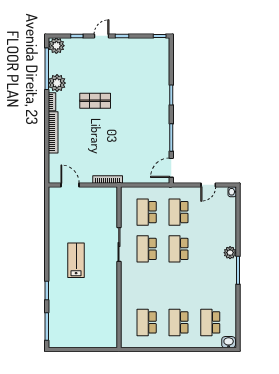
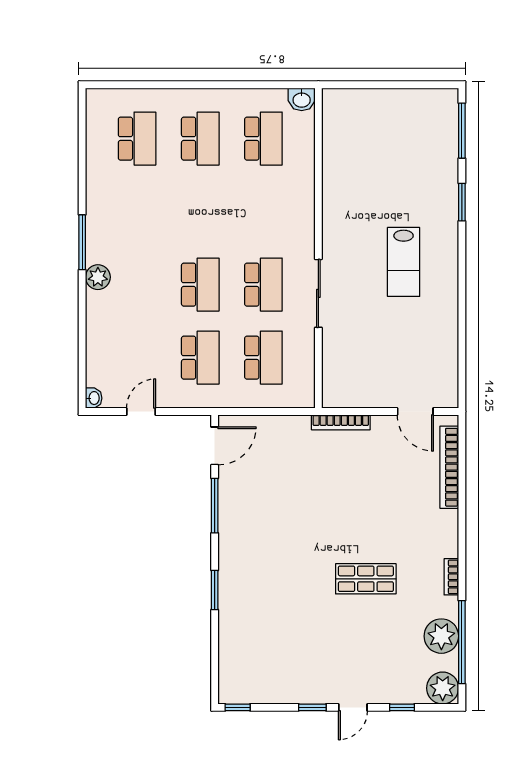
plant: (57, 83) -> (441, 636), moved
bookcase: (53, 132) -> (449, 467), moved
washbasin: (229, 342) -> (302, 99), moved

